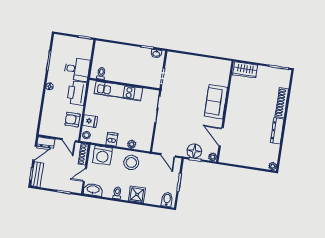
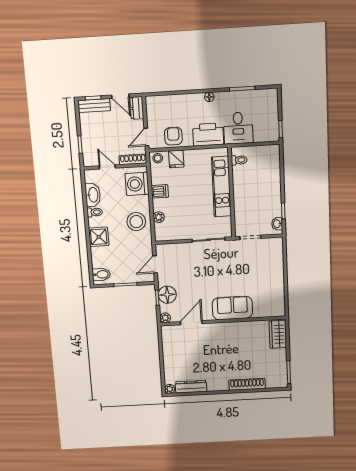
dresser: (277, 131) -> (191, 387), moved
washbasin: (93, 190) -> (93, 195), moved

